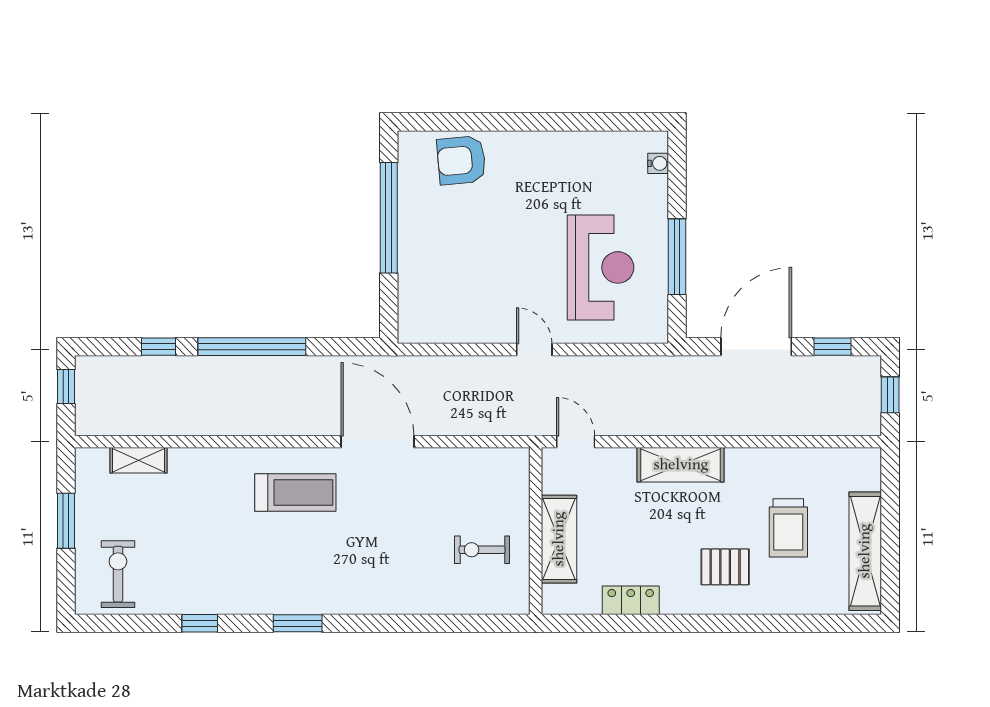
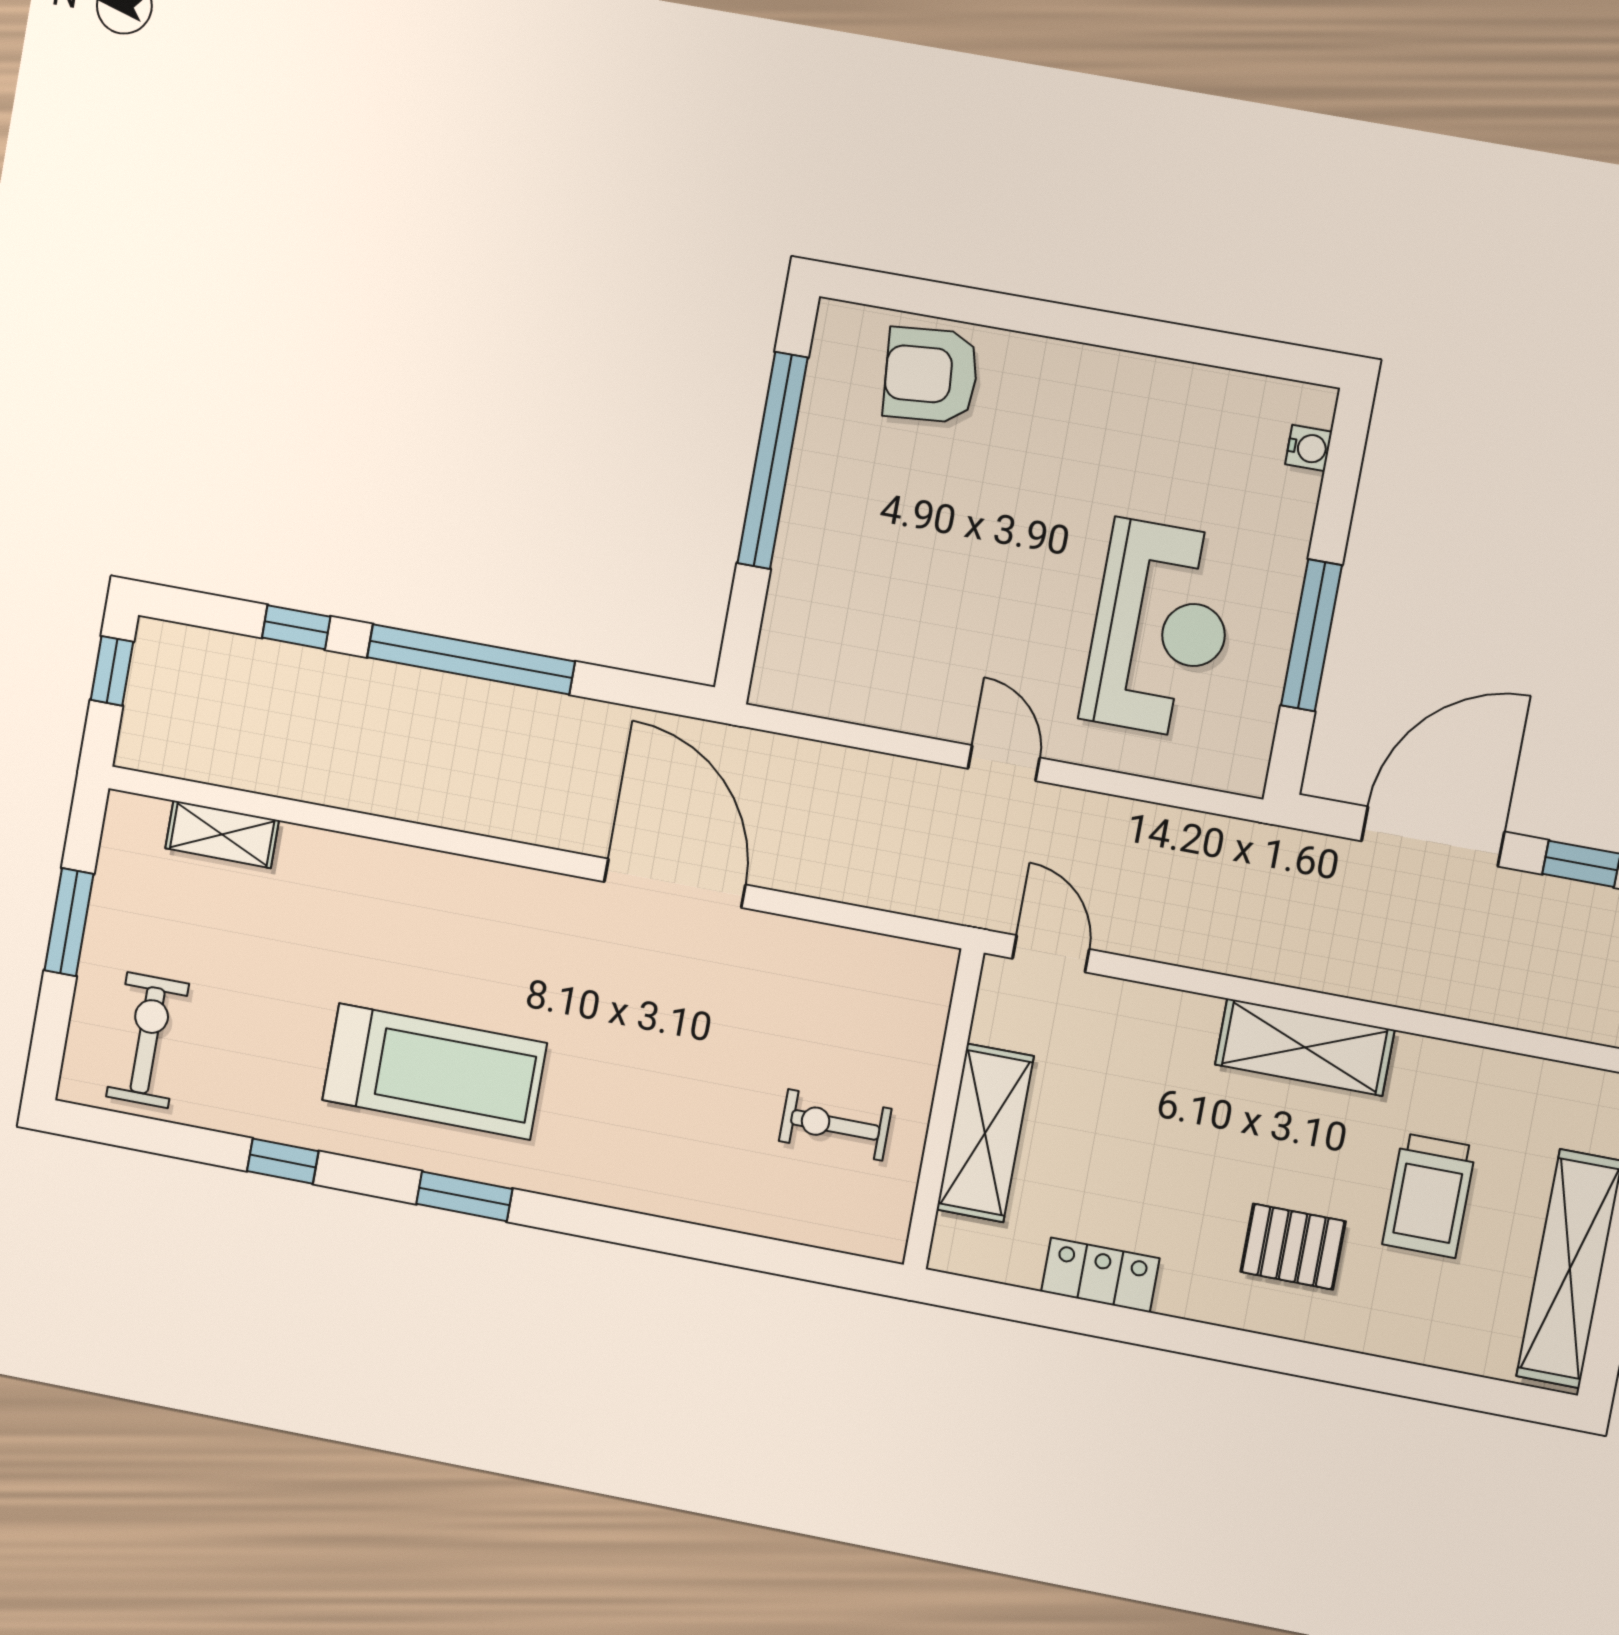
shelving: (681, 465) -> (1305, 1047), moved
treadmill: (295, 493) -> (435, 1071), moved, width x1.37, depth x1.38

